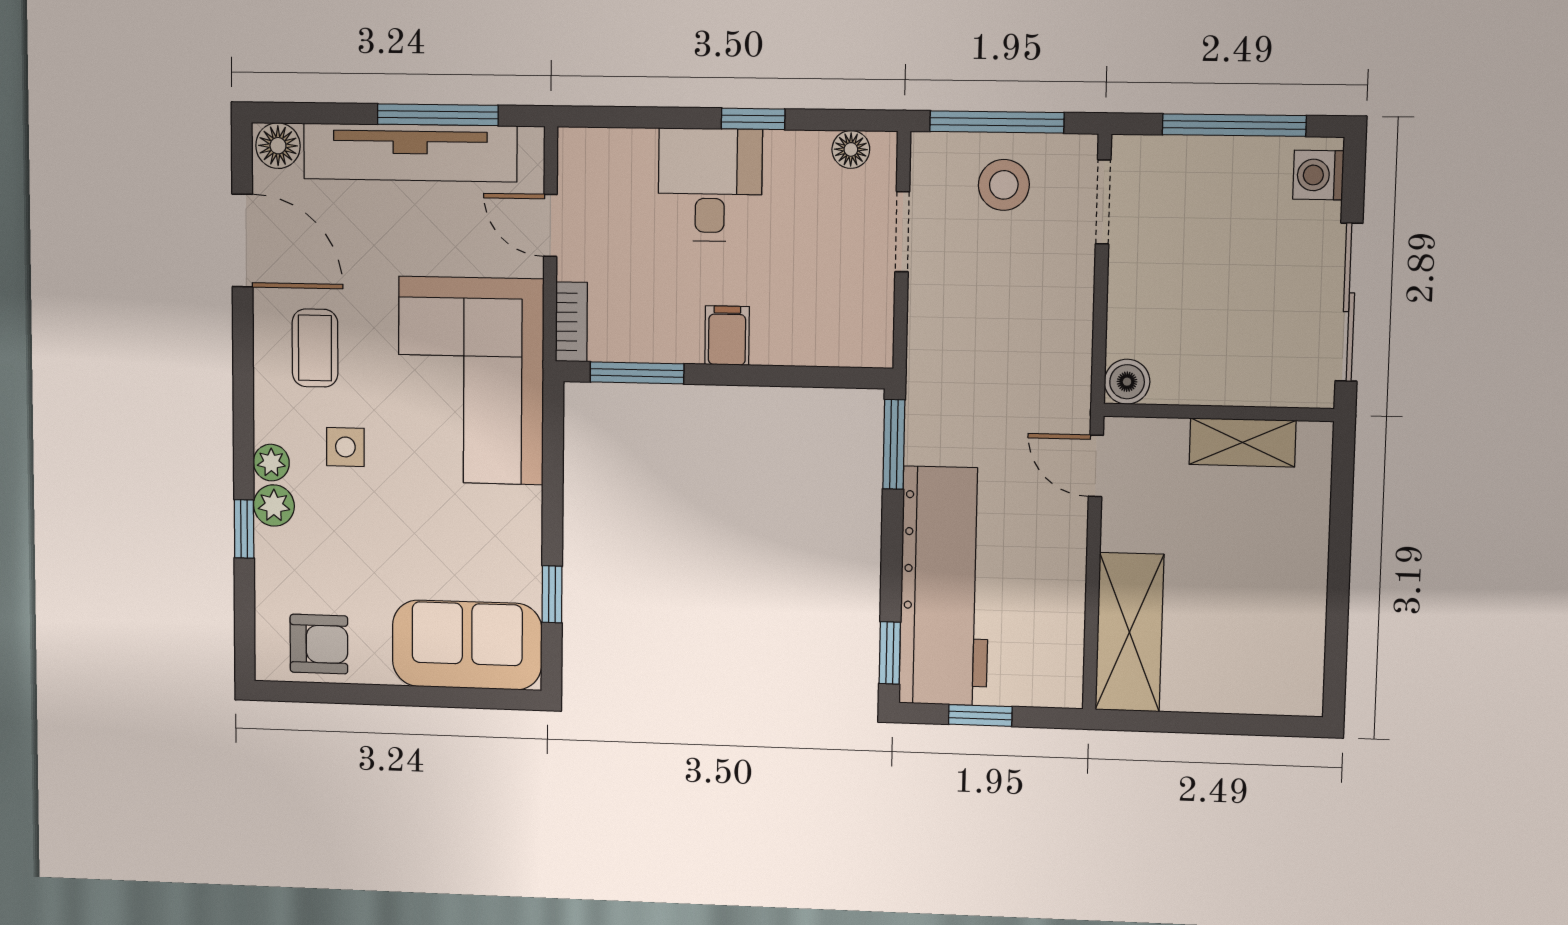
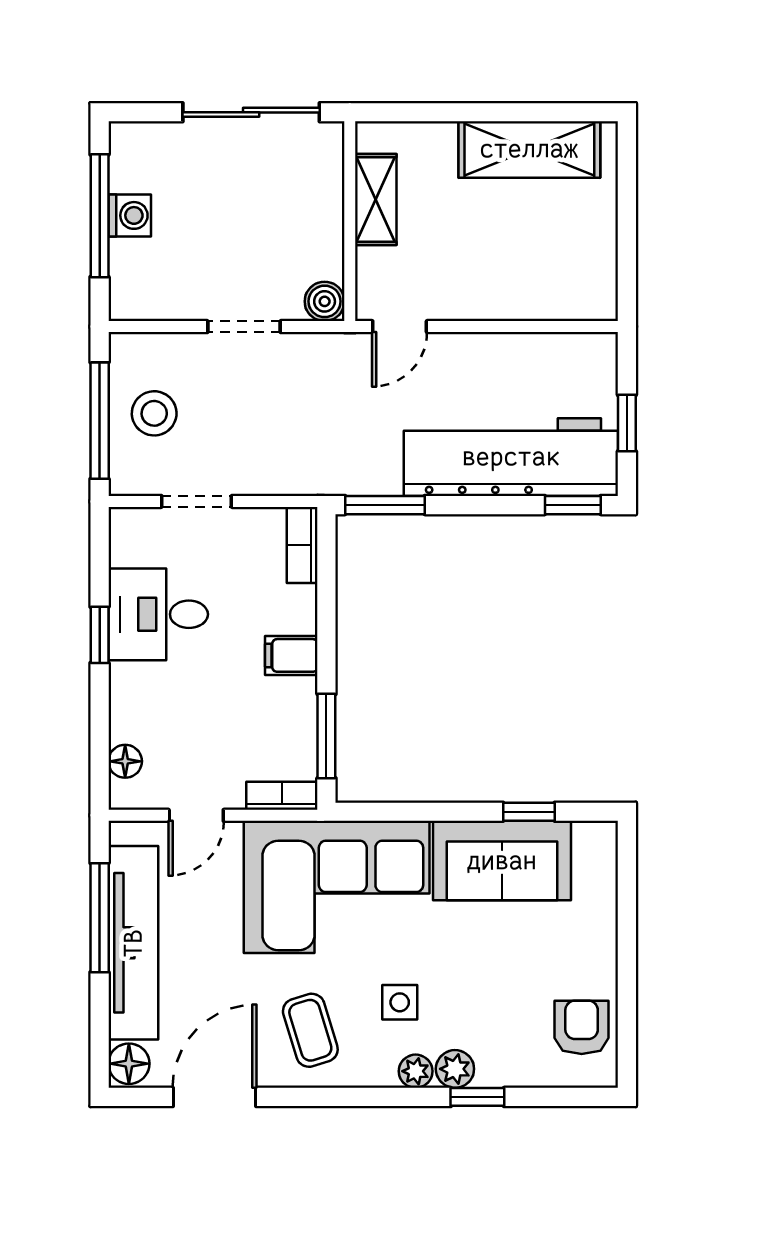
floor lamp: (851, 149) -> (125, 761), moved
washing machine: (1318, 175) -> (130, 215), moved, turned -90
desk: (710, 185) -> (158, 614), moved
doorway: (1103, 202) -> (244, 327), moved
coffee table: (315, 348) -> (310, 1030), turned 73
bookcase: (851, 350) -> (302, 545), added
shelving: (1129, 632) -> (529, 149), moved
sofa: (467, 645) -> (502, 861), moved, turned -90

